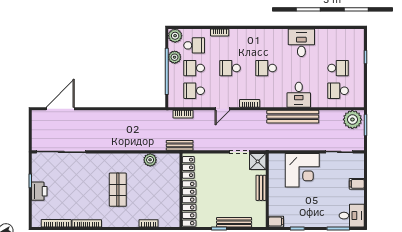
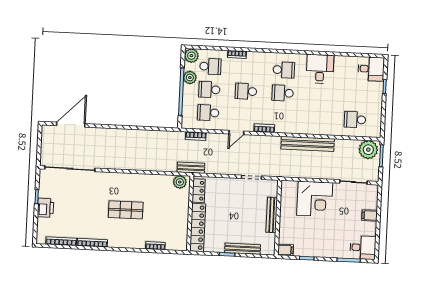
school desk: (338, 68) -> (284, 70), moved
desk: (299, 95) -> (371, 69), moved, turned -90
plant: (150, 160) -> (180, 182), moved
shower: (258, 161) -> (270, 188), removed
bench: (261, 188) -> (272, 215), width x1.36
shop shelf: (118, 190) -> (126, 210), turned 90

